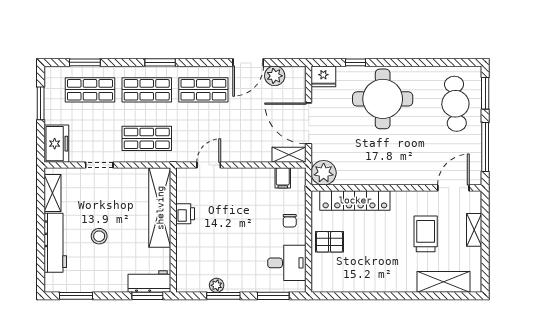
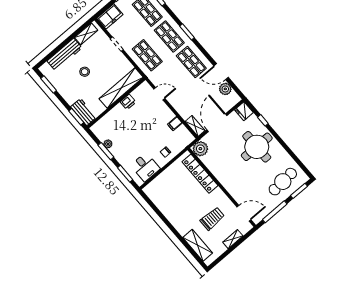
filing cabinet: (283, 178) -> (175, 124), moved
pallet: (330, 242) -> (171, 178), removed

